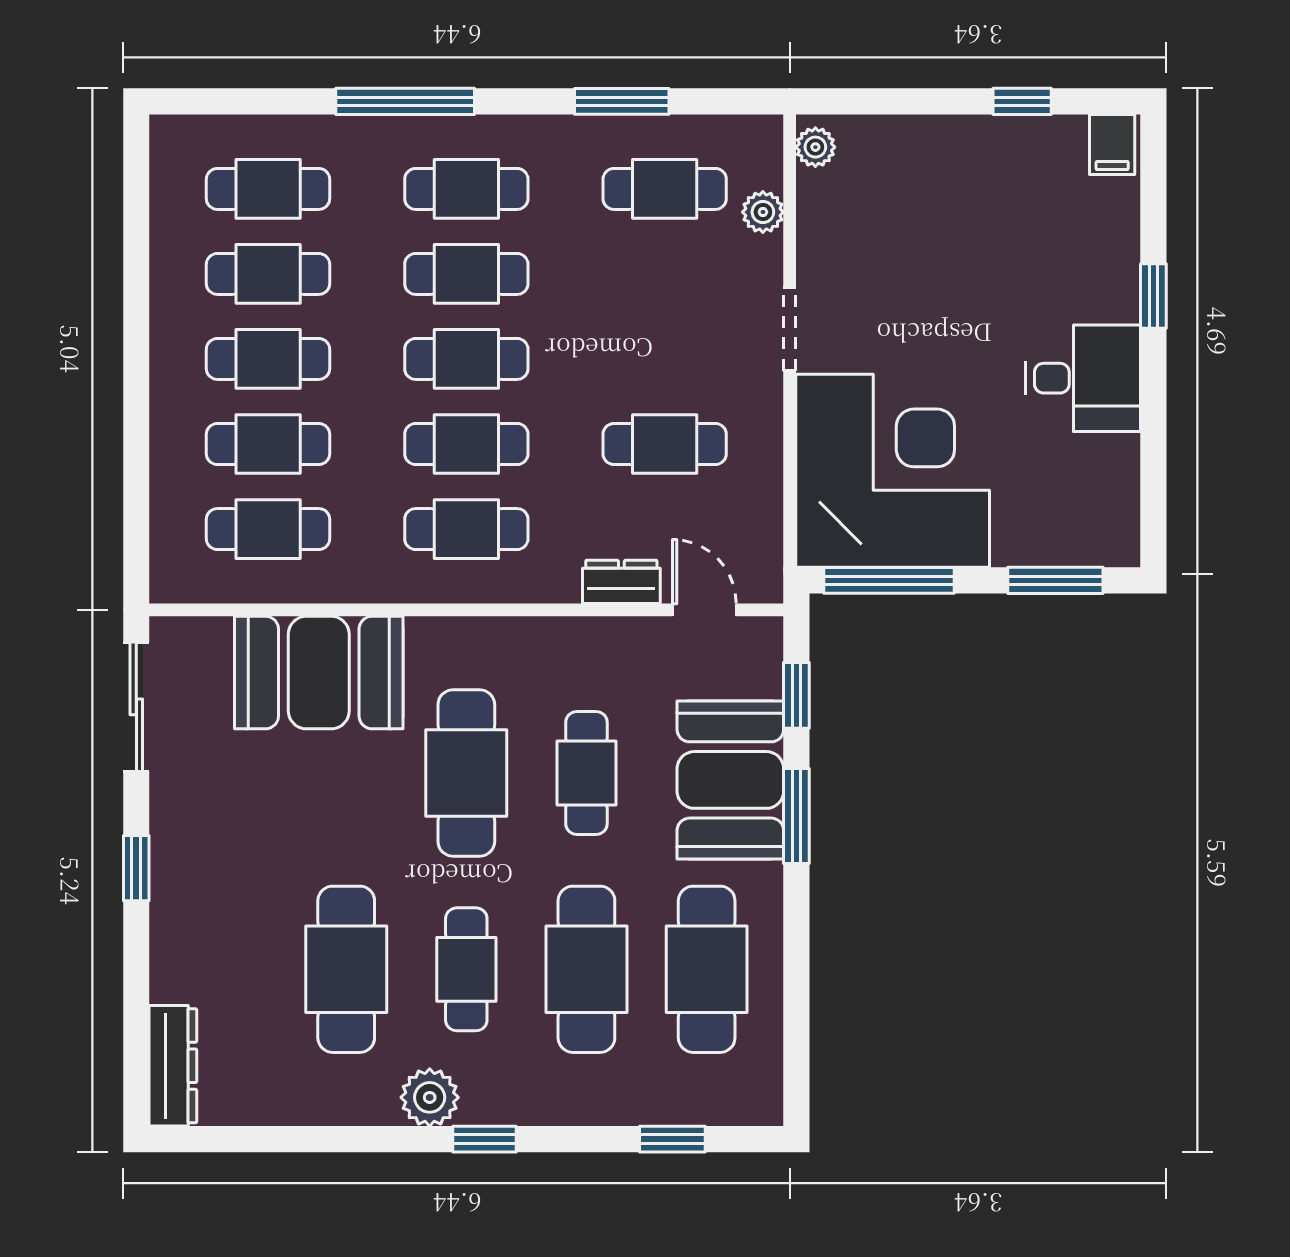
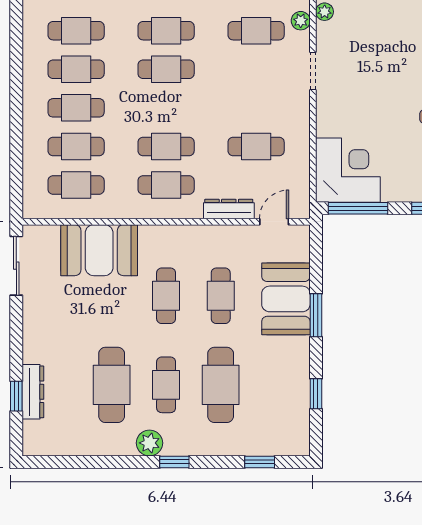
plant: (763, 212) -> (301, 21), moved
doorway: (790, 329) -> (313, 71), moved
cafe table: (466, 359) -> (166, 108), removed
corner desk: (893, 471) -> (348, 170), width x0.74, depth x0.74
dresser: (621, 582) -> (229, 209), width x1.44
door: (704, 610) -> (274, 222), hinge flipped
window: (796, 695) -> (316, 394), moved
cafe table: (466, 773) -> (166, 296), width x0.73, depth x0.74
window: (136, 868) -> (16, 396), moved
cafe table: (707, 969) -> (275, 385), removed
dresser: (173, 1066) -> (33, 392), moved

